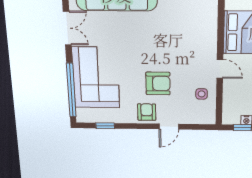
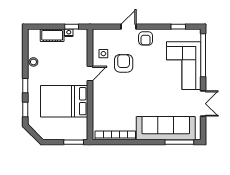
double door: (67, 28) -> (203, 104), swing flipped
door: (220, 69) -> (90, 74), swing flipped
armchair: (158, 83) -> (124, 63), moved, turned 90

